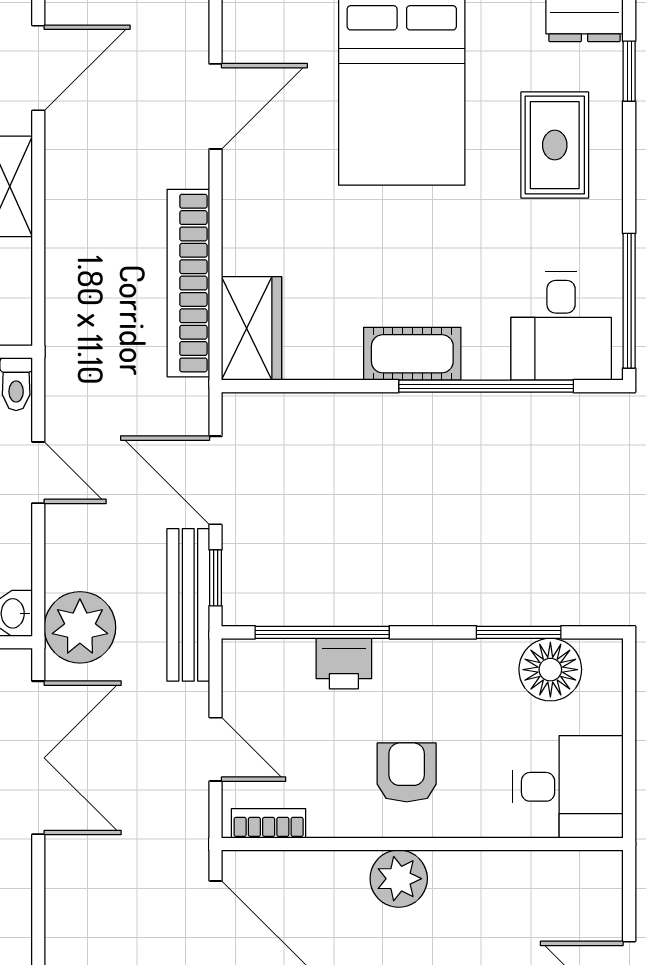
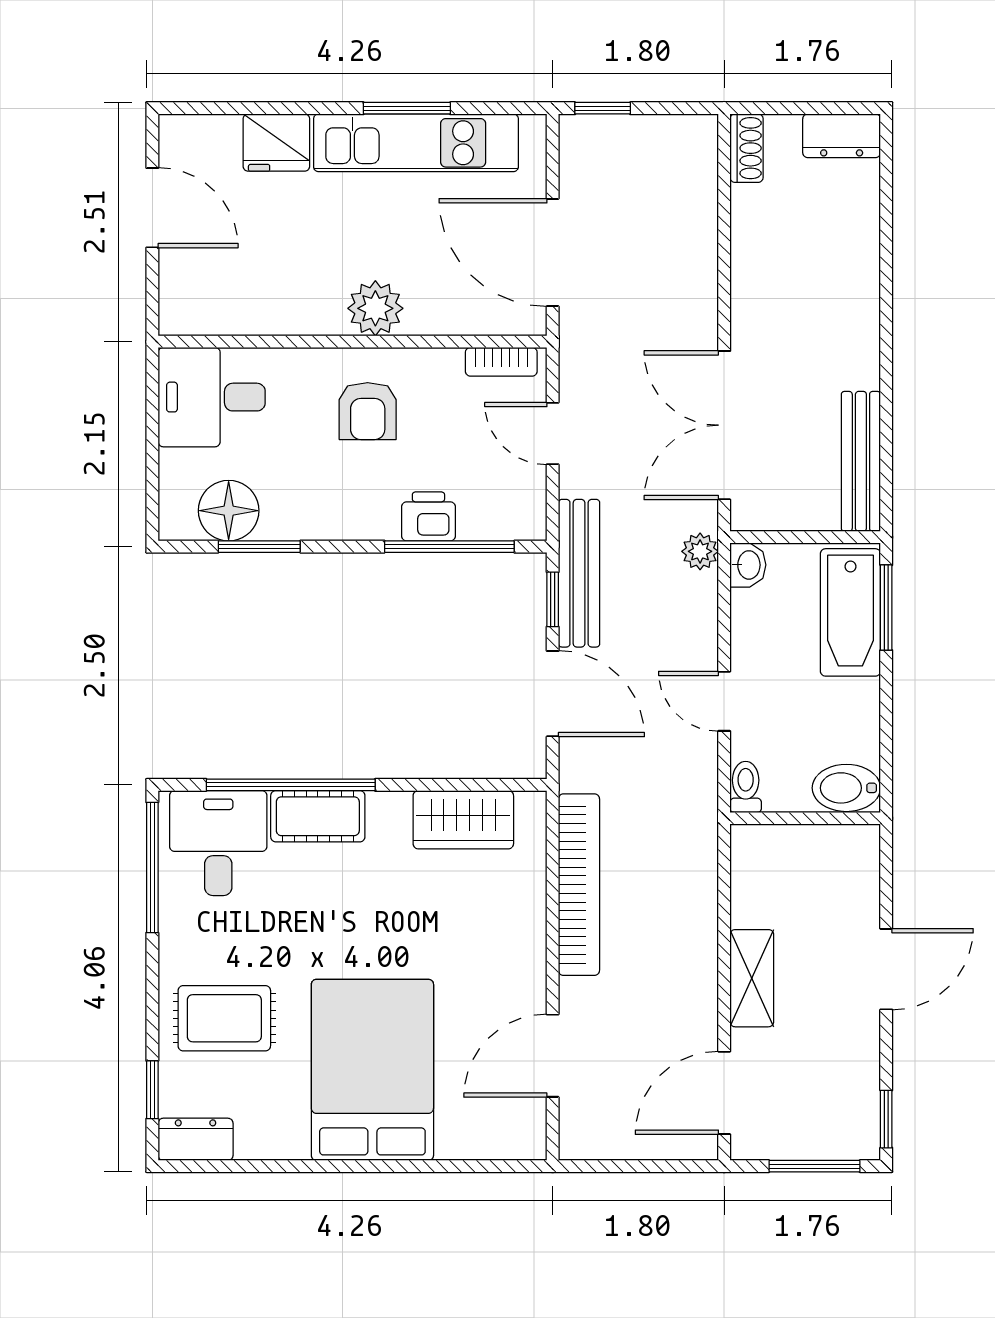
rug: (555, 145) -> (224, 1018), turned 90
wardrobe: (252, 328) -> (463, 820), moved, turned -90
cot: (412, 354) -> (318, 816), moved
plant: (80, 627) -> (700, 551), width x0.53, depth x0.53

